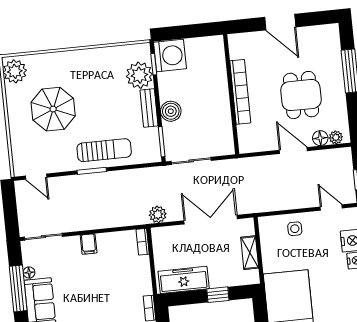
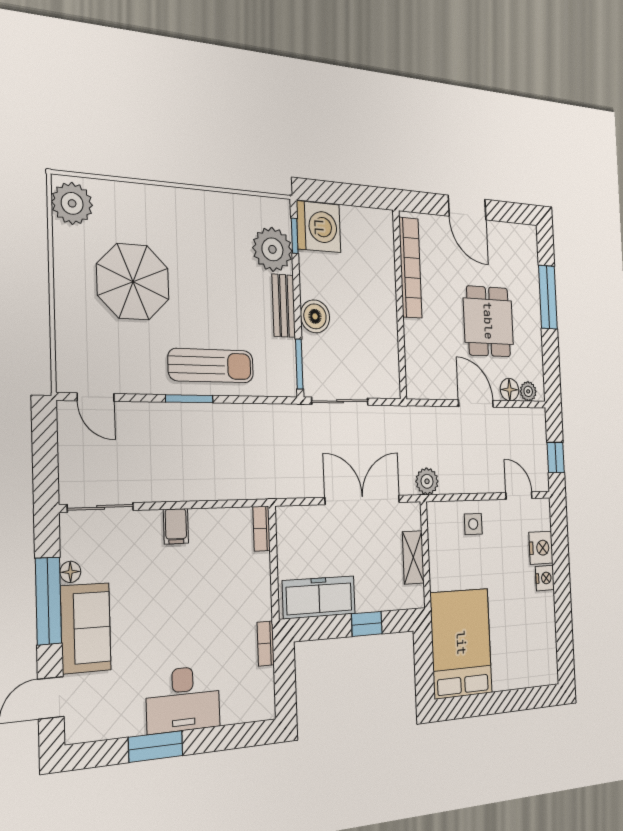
bookcase: (240, 92) -> (410, 268), moved
plant: (158, 214) -> (427, 481), moved

